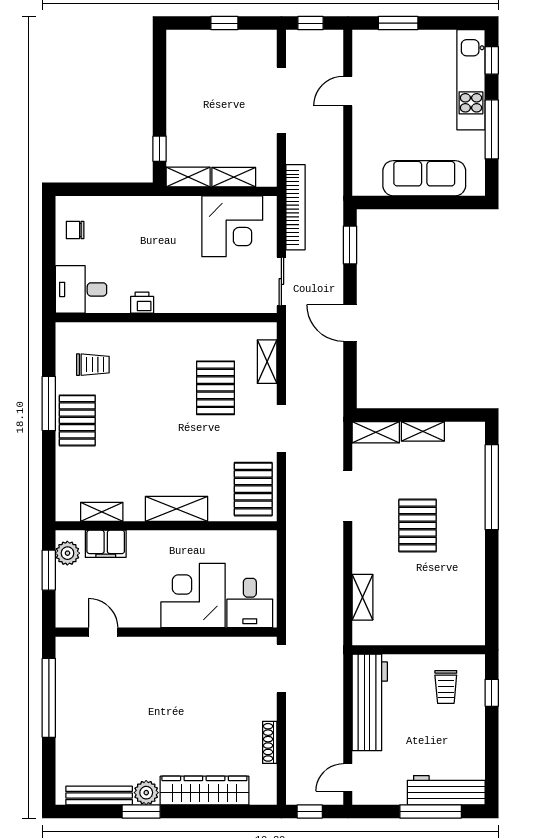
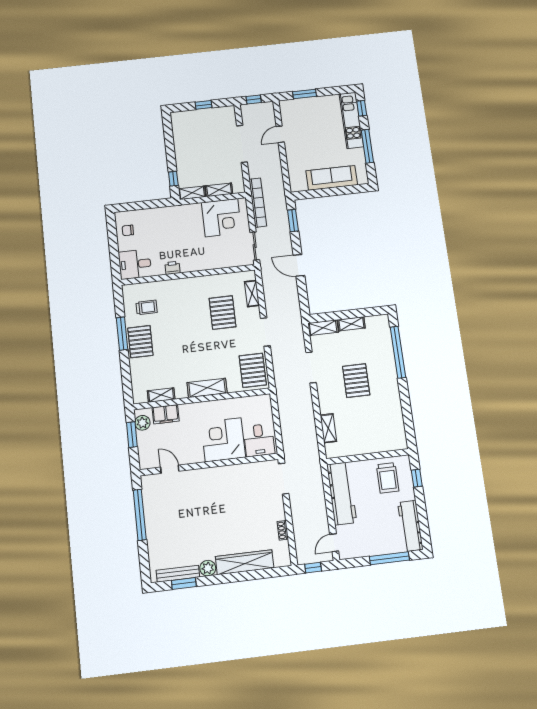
trolley: (446, 687) -> (388, 478), width x1.36, depth x1.39
shoe rack: (270, 742) -> (283, 530), width x0.70
workbench: (446, 790) -> (410, 526), moved, turned -90
window: (141, 811) -> (184, 583), moved

